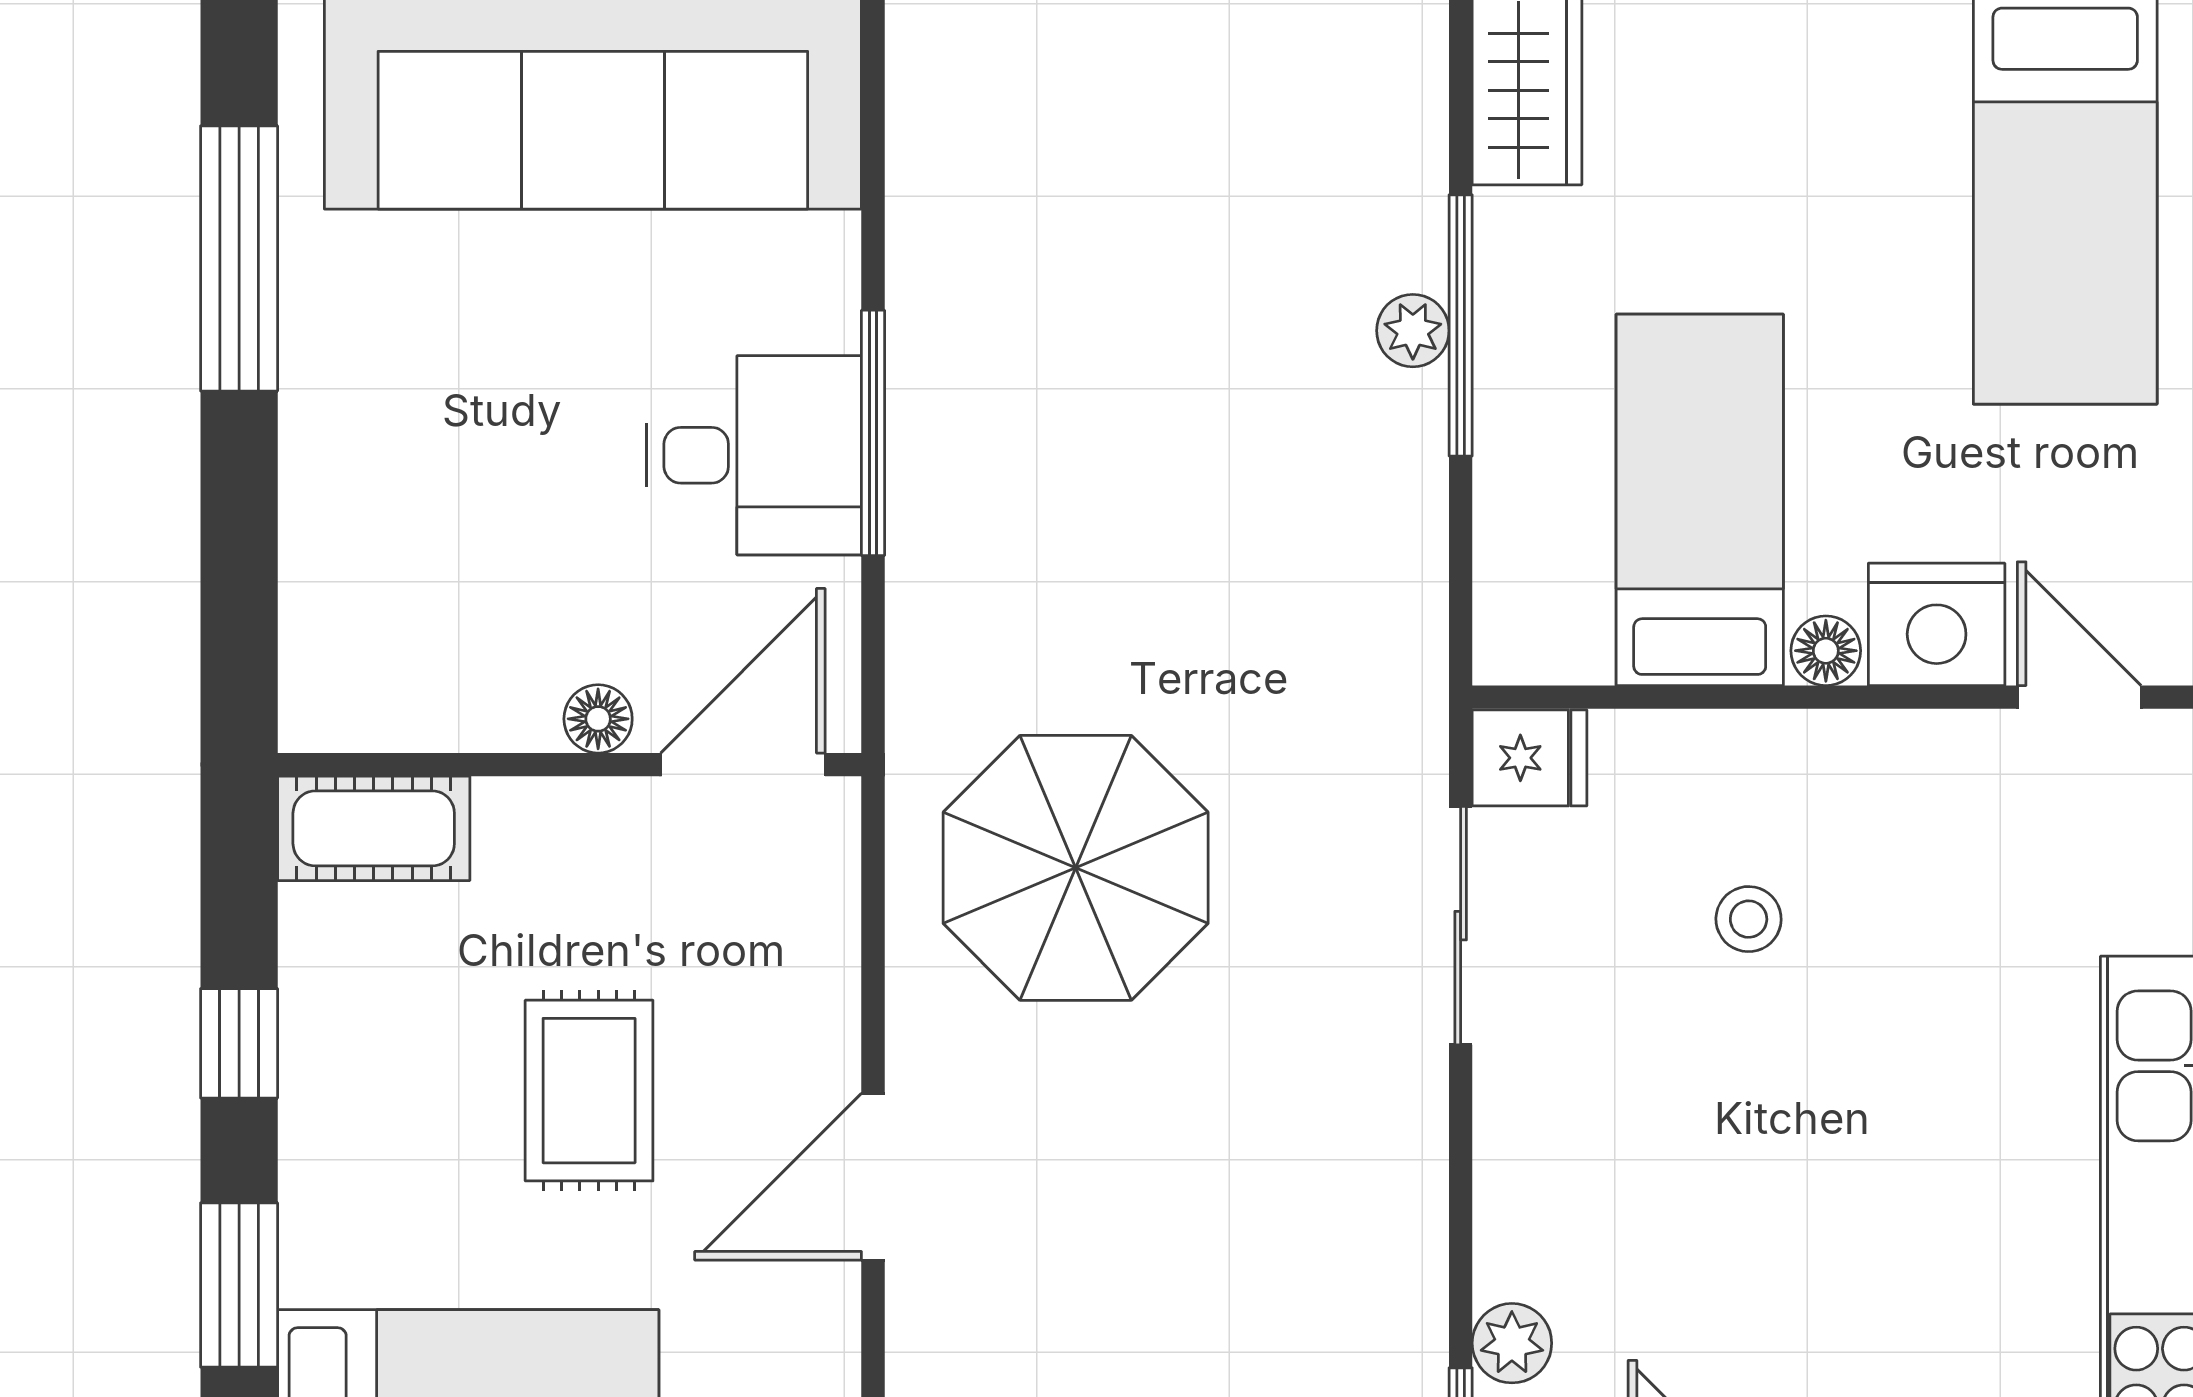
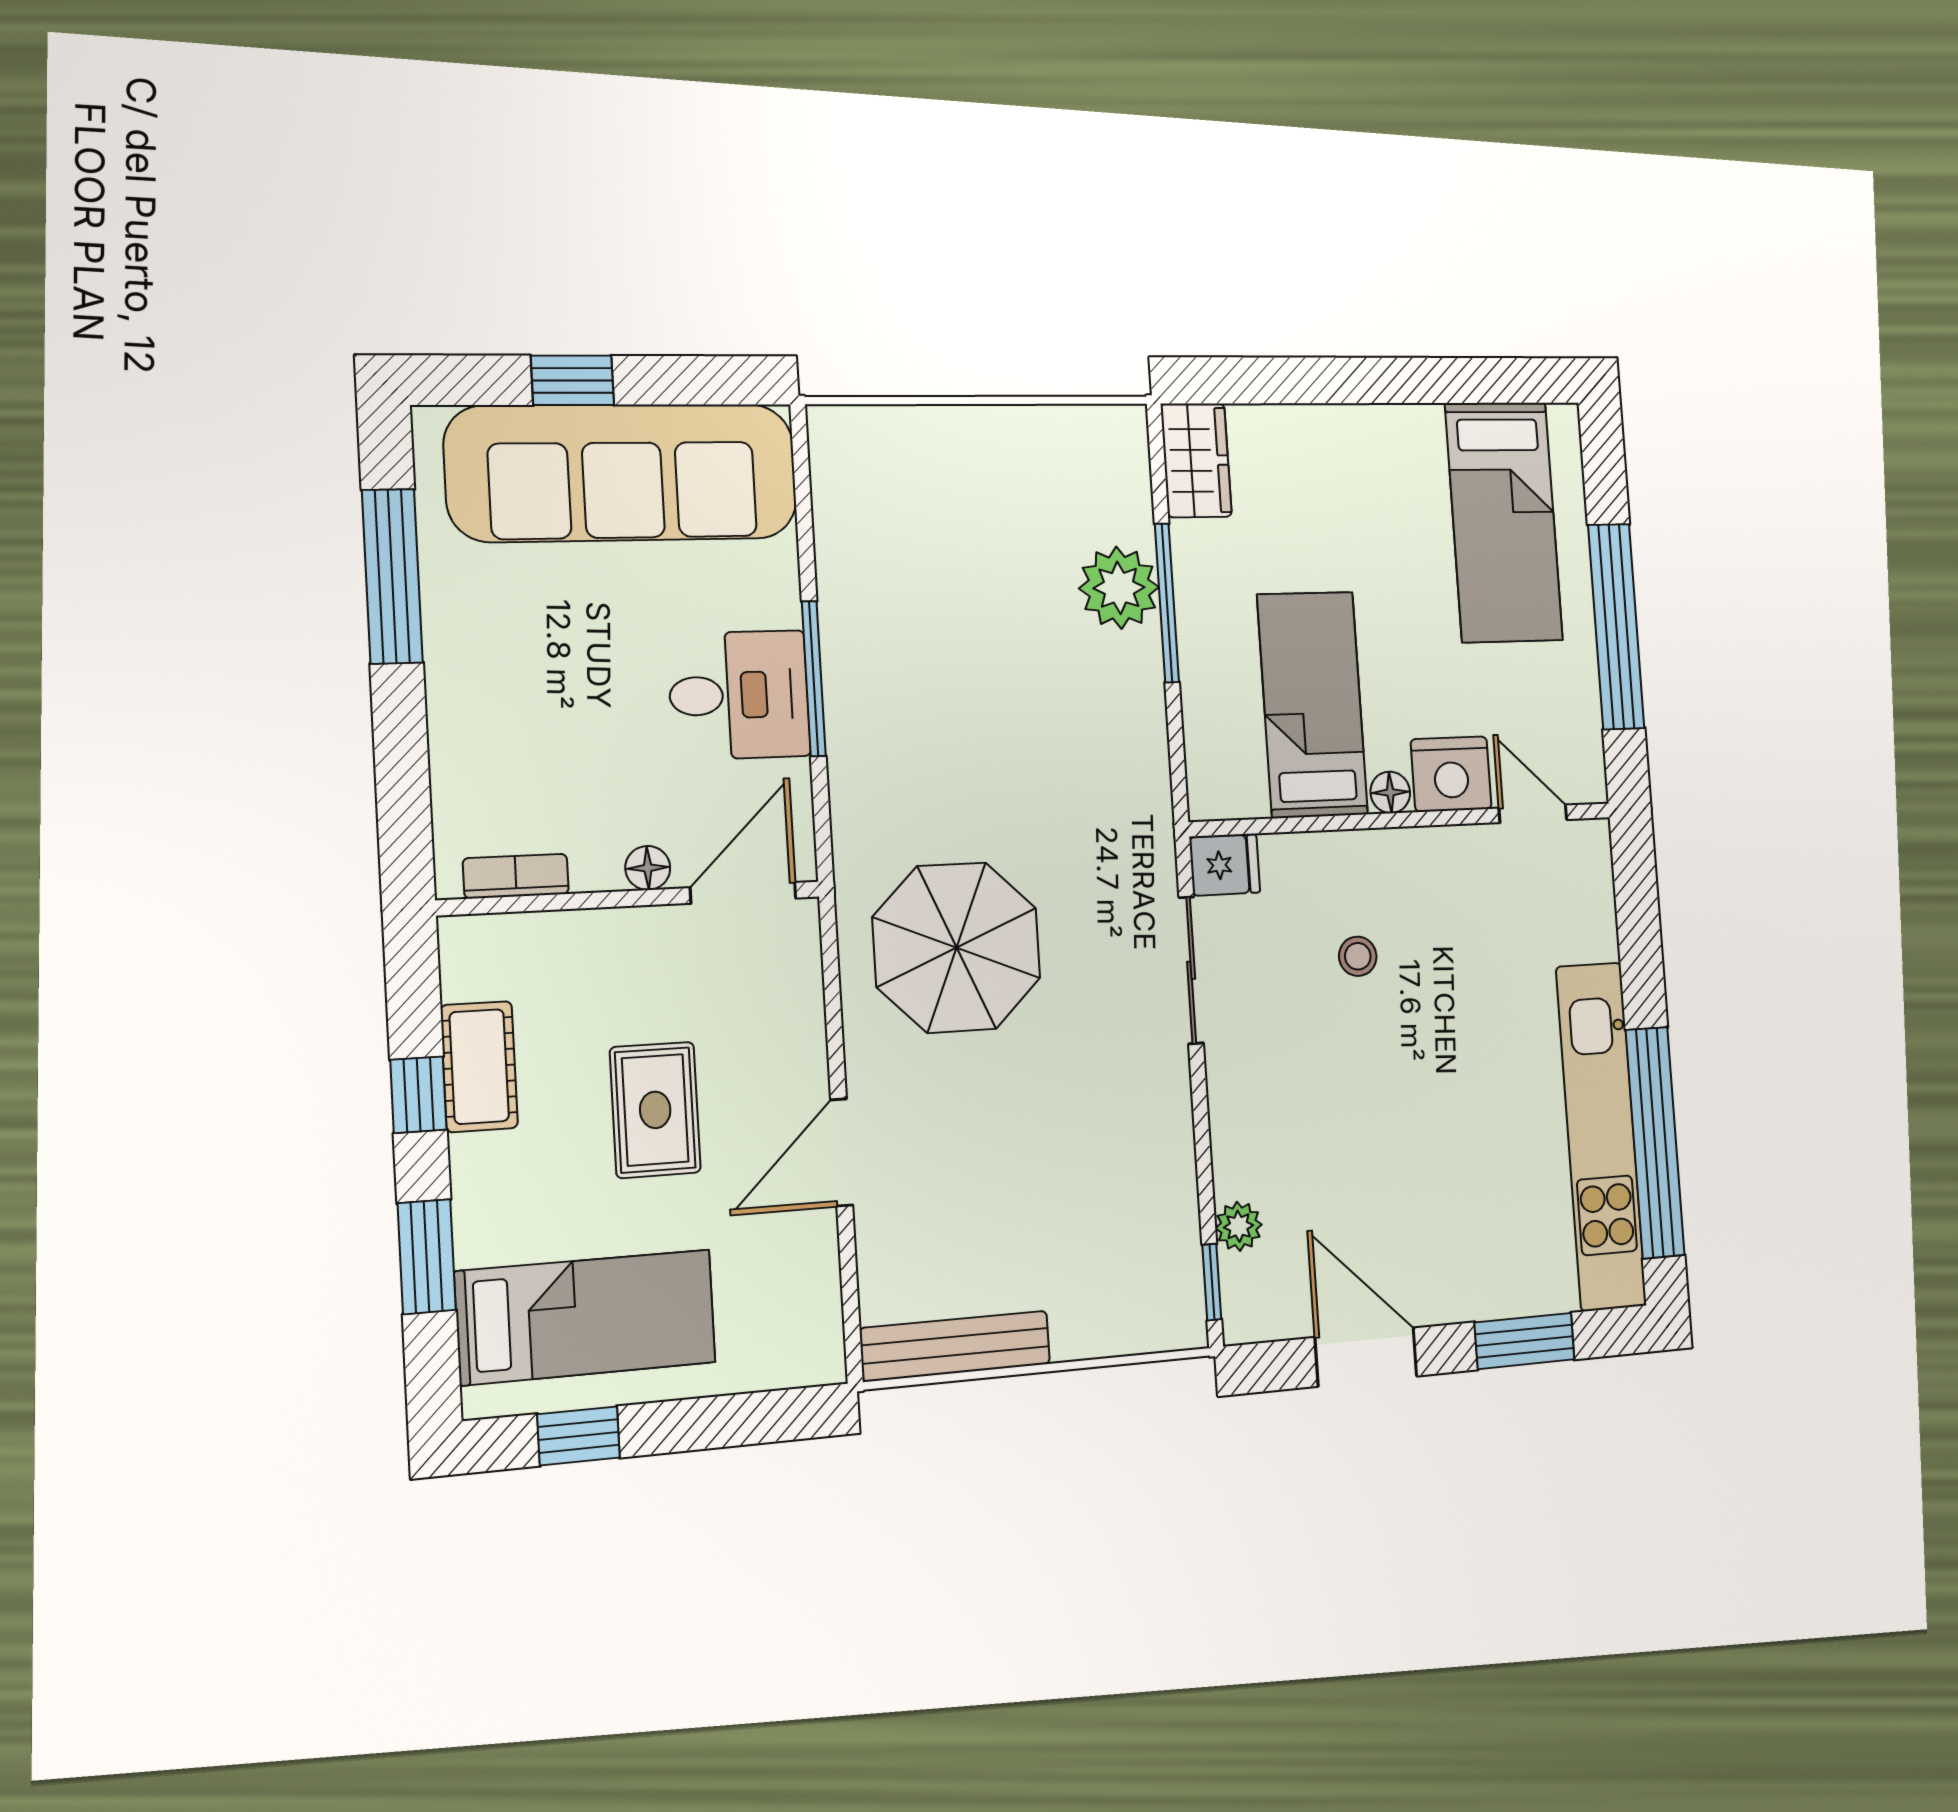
plant: (1413, 331) -> (1119, 588), width x1.88, depth x1.88
bookcase: (399, 722) -> (516, 876), added
cot: (374, 828) -> (479, 1067), moved, turned 90

